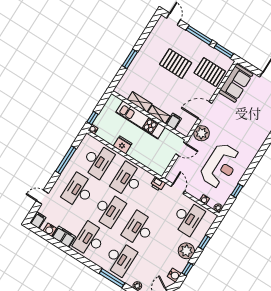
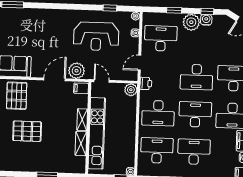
pallet: (176, 64) -> (27, 131), turned 90
door: (205, 111) -> (55, 79), swing flipped
kitchen unit: (140, 120) -> (97, 133), width x1.36
filing cabinet: (174, 121) -> (81, 88), moved
fridge: (123, 145) -> (129, 136), removed
reception desk: (220, 166) -> (96, 36), turned 180
plant: (160, 169) -> (131, 90), added
desk: (79, 191) -> (194, 152), turned 180
water cooler: (174, 275) -> (206, 20), moved

